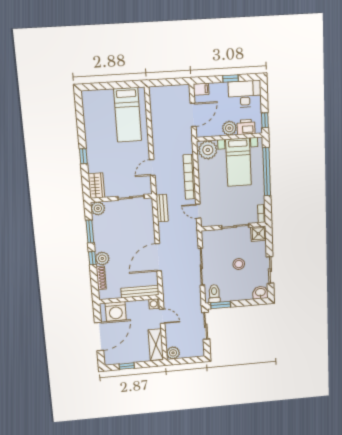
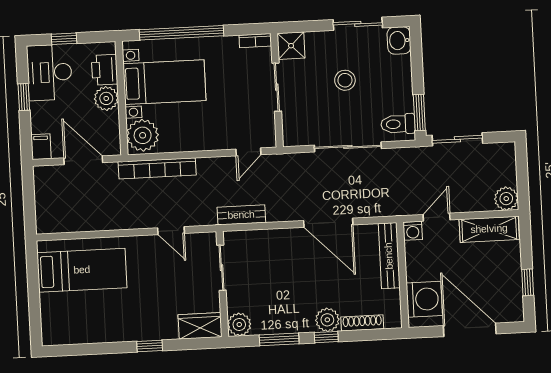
window: (265, 120) -> (64, 39), moved
bookcase: (190, 177) -> (157, 168), moved

